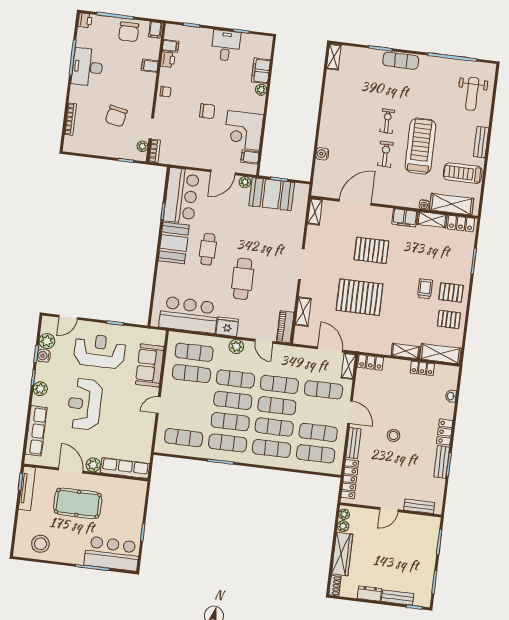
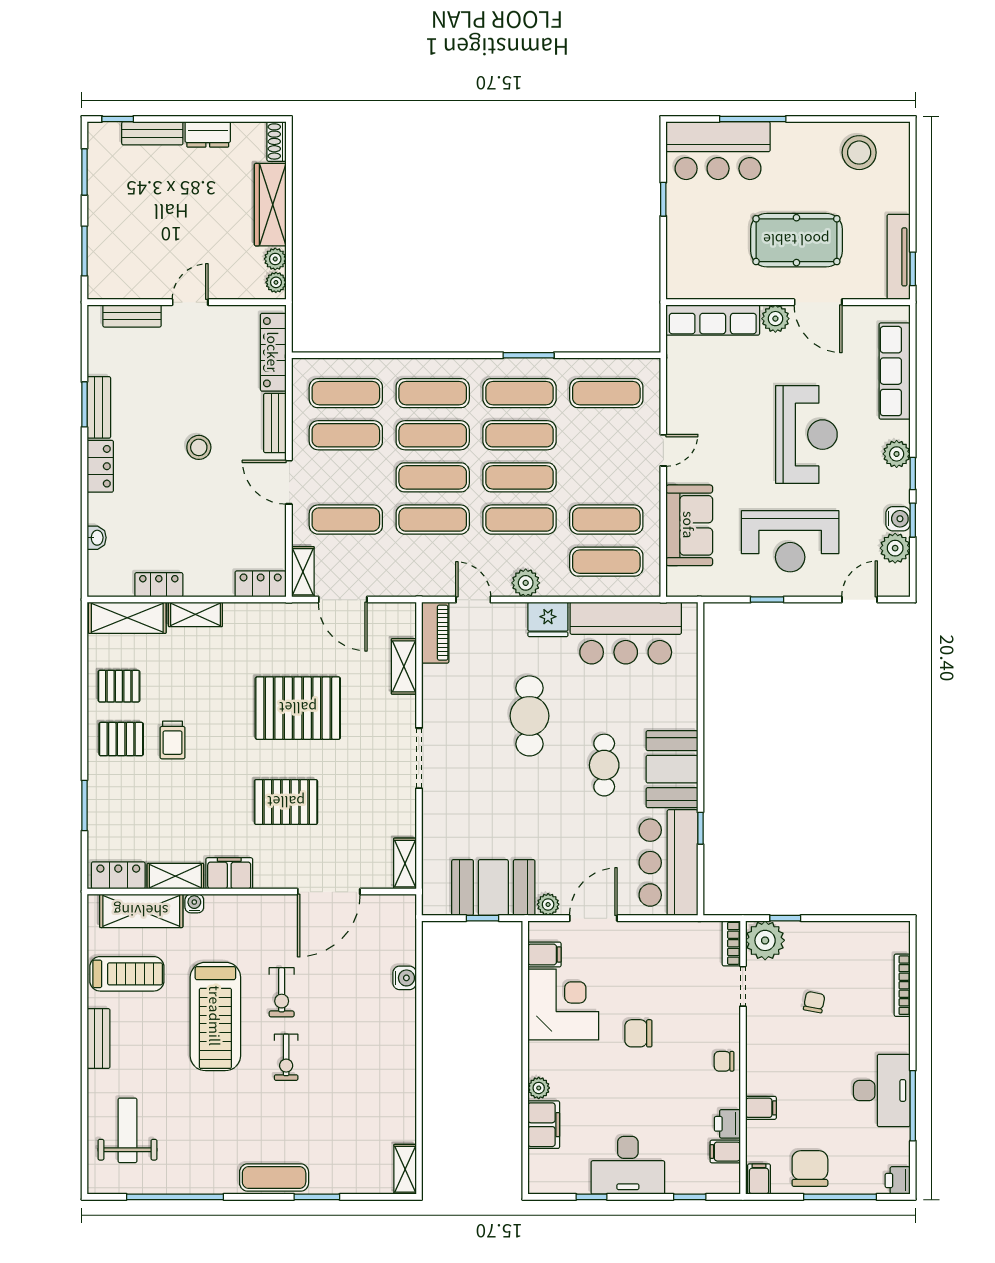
desk: (226, 46) -> (628, 1165), width x1.37
chair: (116, 116) -> (814, 1002), width x0.54, depth x0.54
plant: (142, 146) -> (765, 940), width x1.88, depth x1.88

